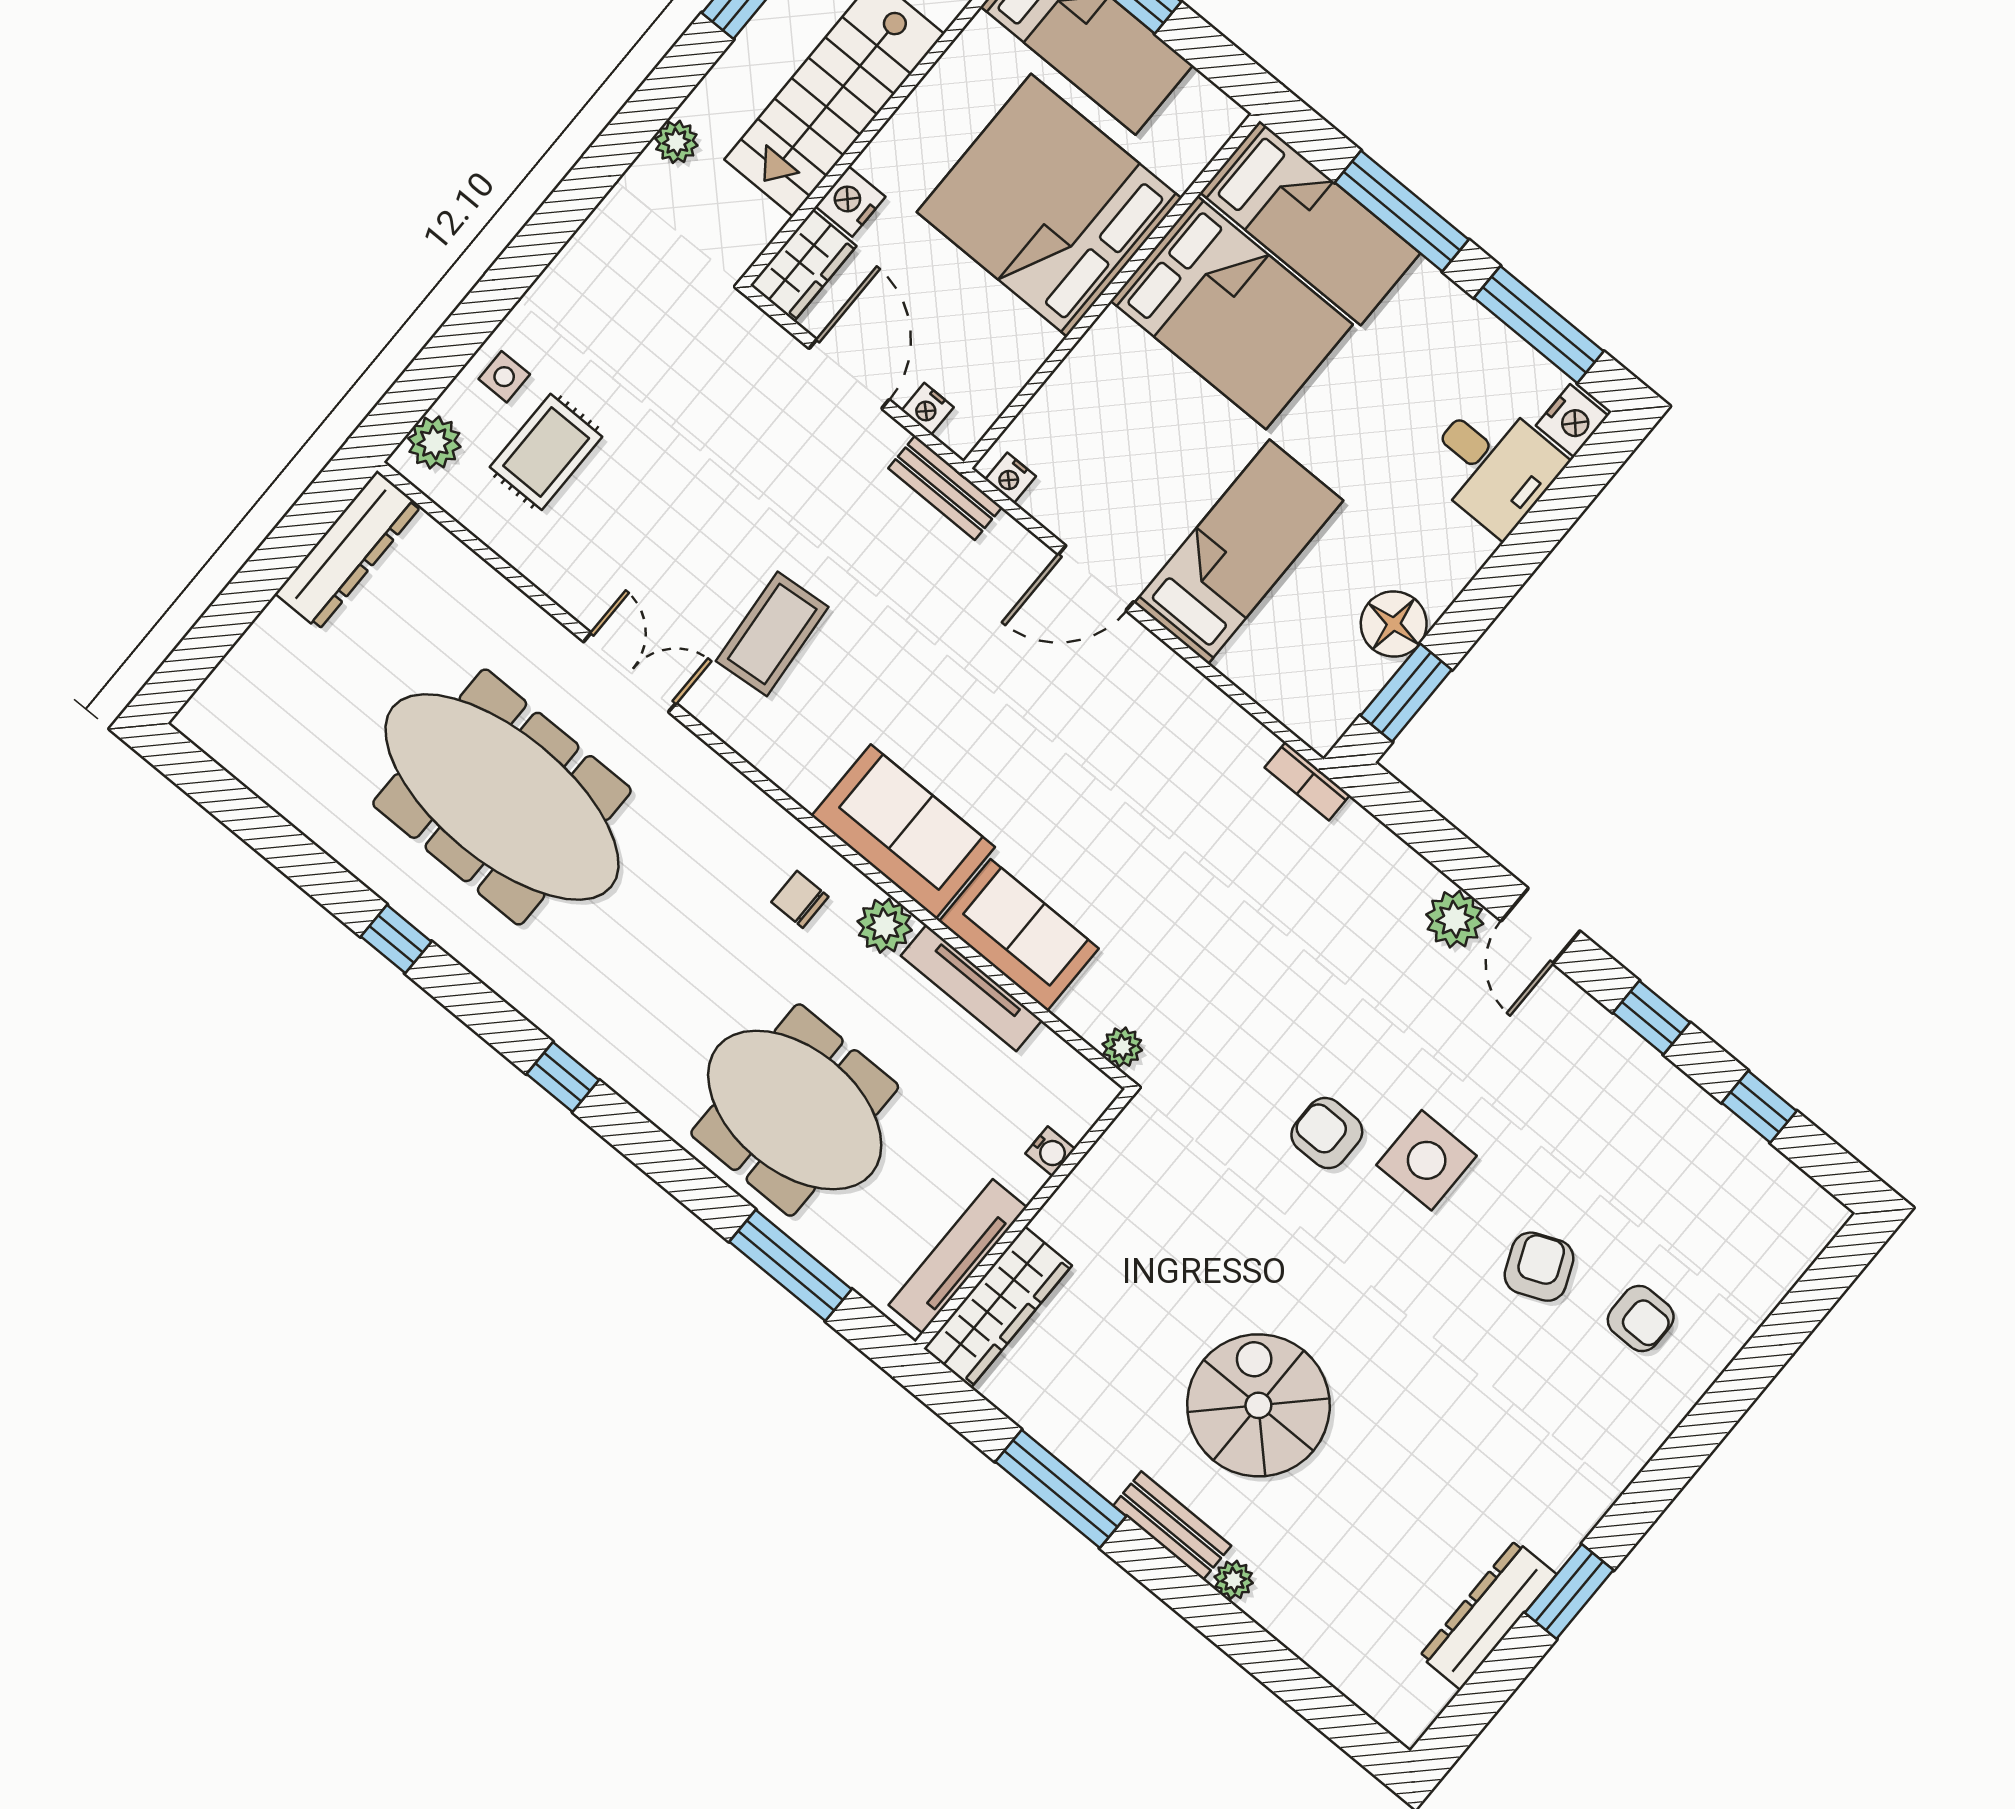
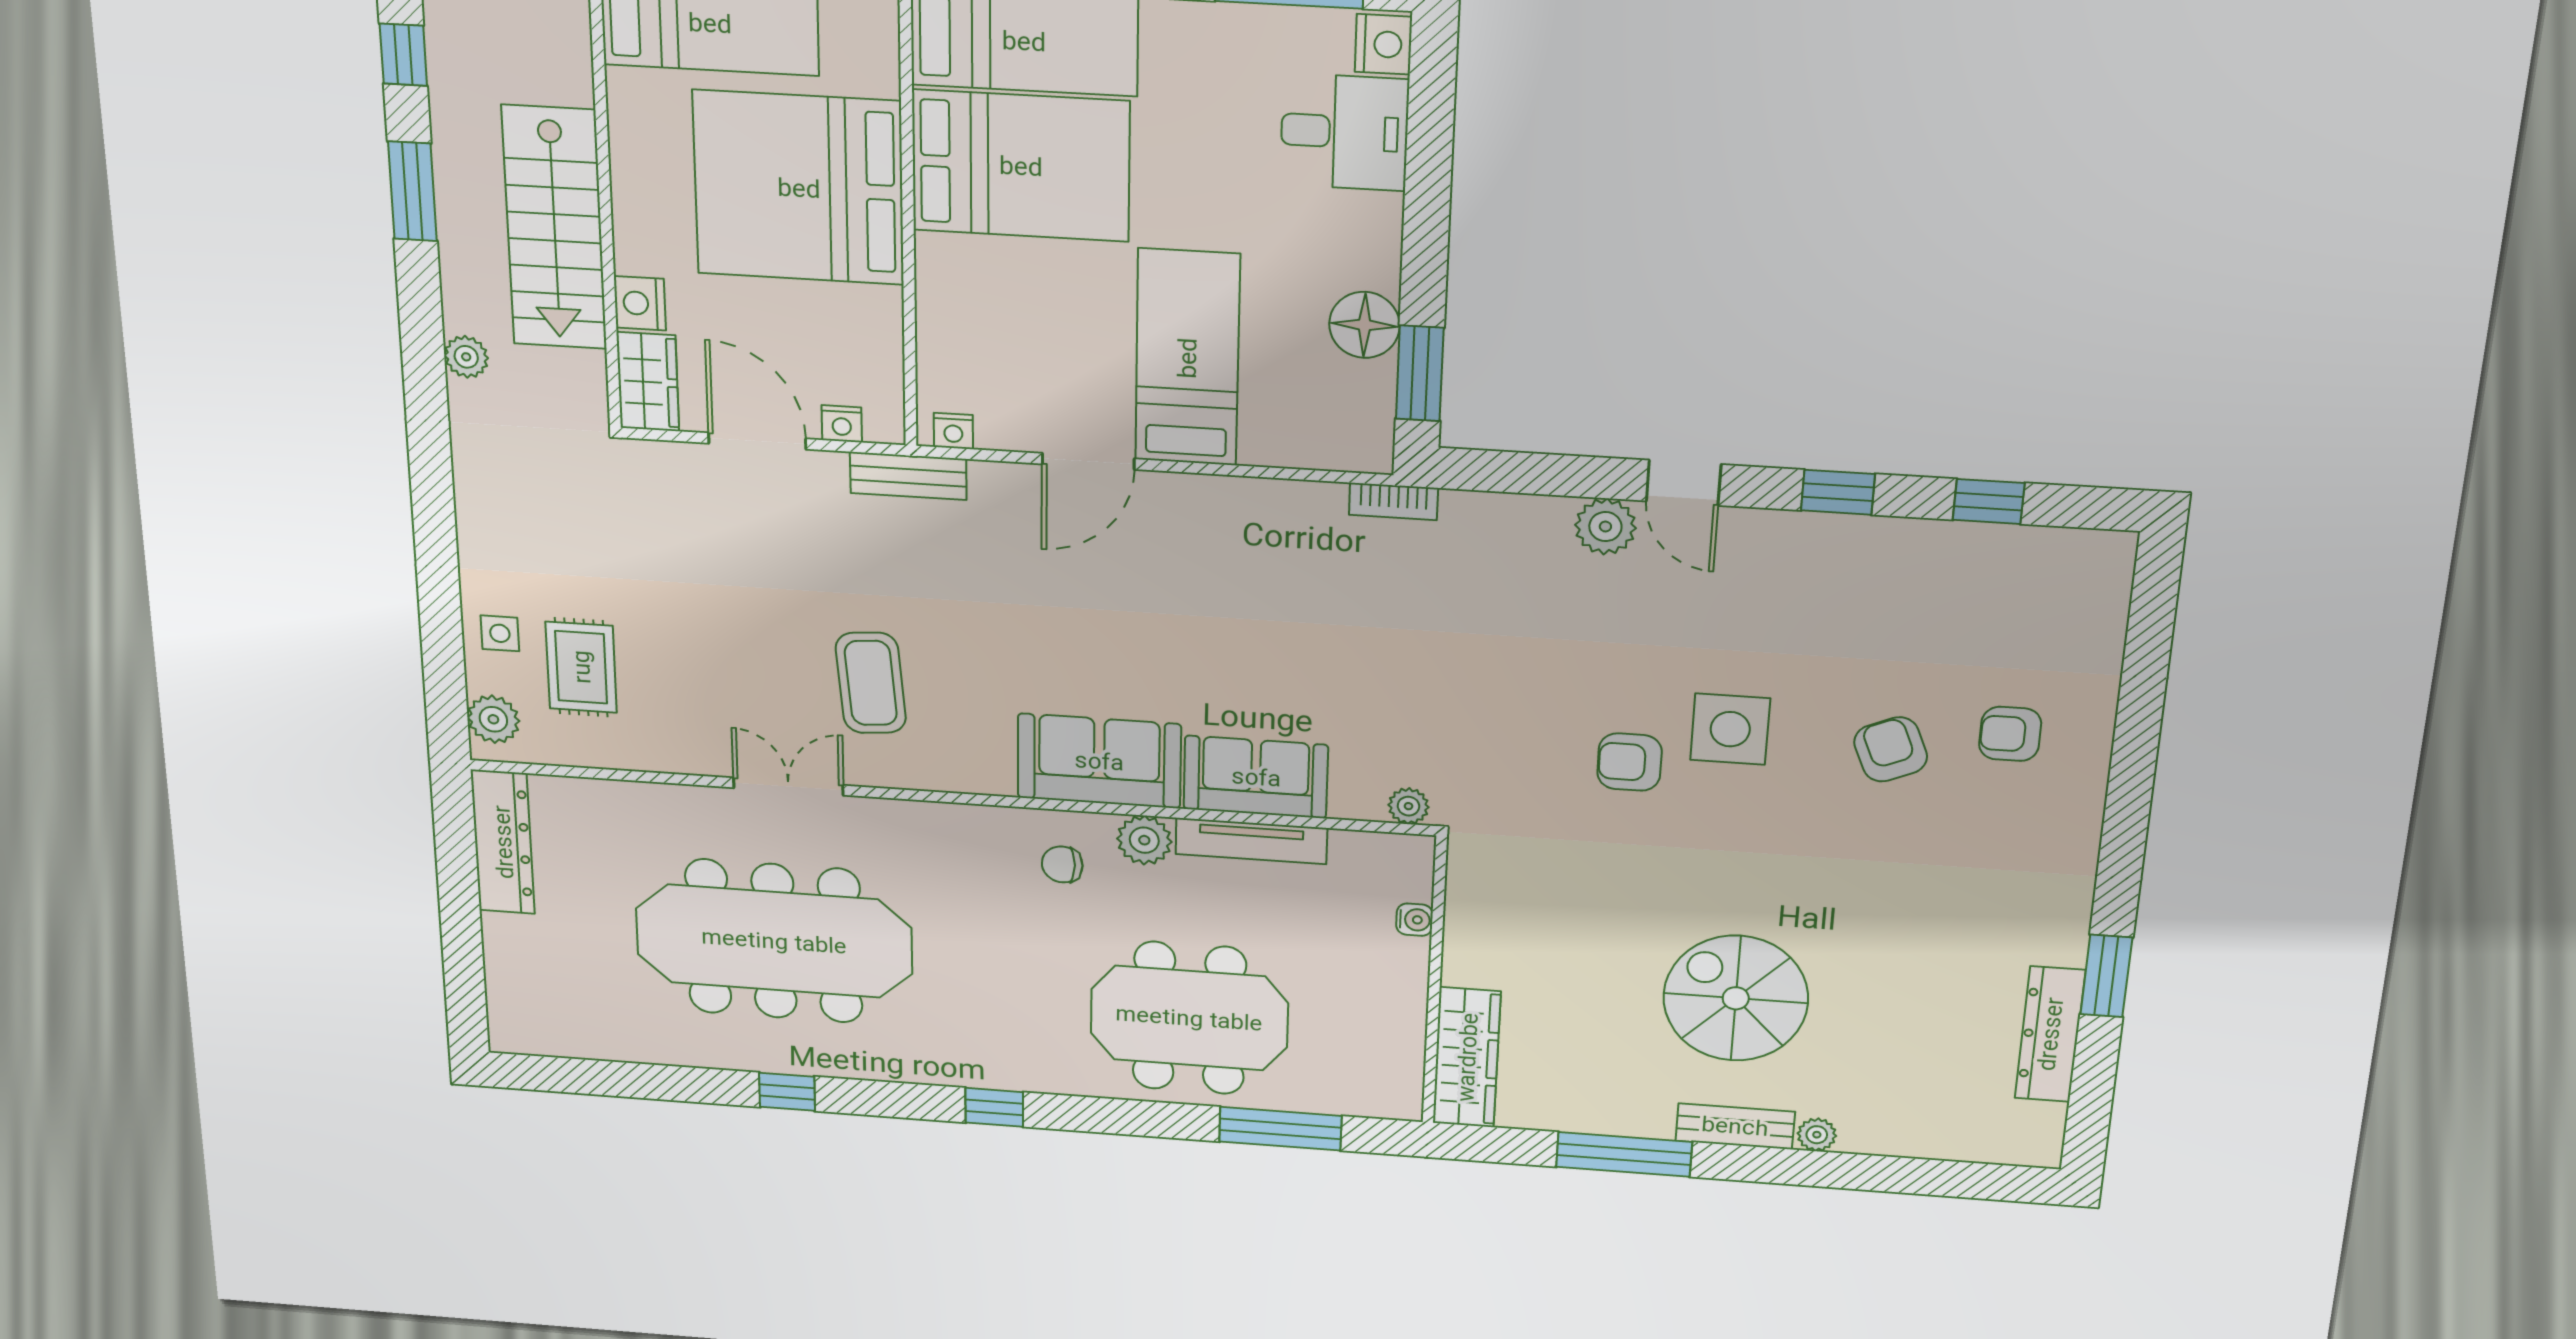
tv unit: (958, 1256) -> (1405, 1041), removed
armchair: (1641, 1318) -> (2010, 734), turned 180

